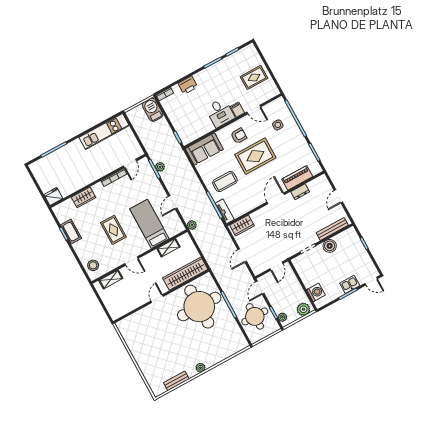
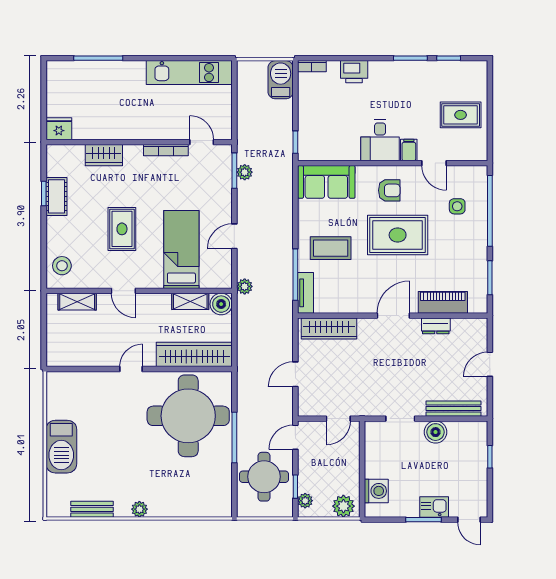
door: (130, 163) -> (202, 142), swing flipped
wardrobe: (242, 225) -> (329, 329), width x1.50
boiler: (185, 240) -> (221, 304), added
barbecue: (143, 358) -> (61, 447), added

